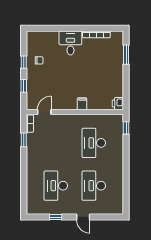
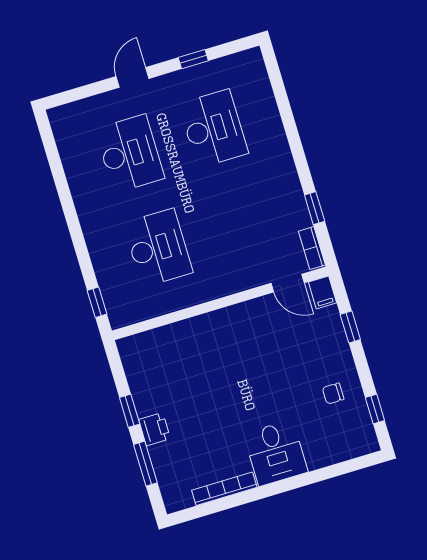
window: (24, 62) -> (375, 409), moved
window: (126, 79) -> (130, 411), added
filing cabinet: (82, 104) -> (323, 292), moved
printer: (118, 104) -> (155, 429), moved
door: (44, 112) -> (288, 283), hinge flipped
door: (83, 217) -> (132, 77), hinge flipped

